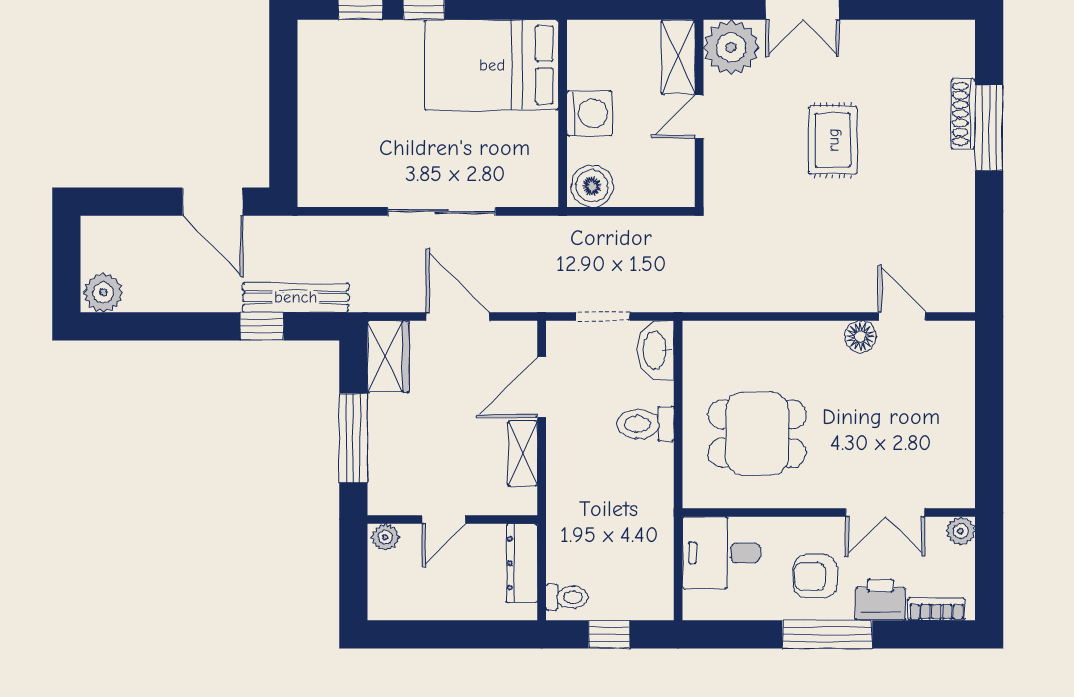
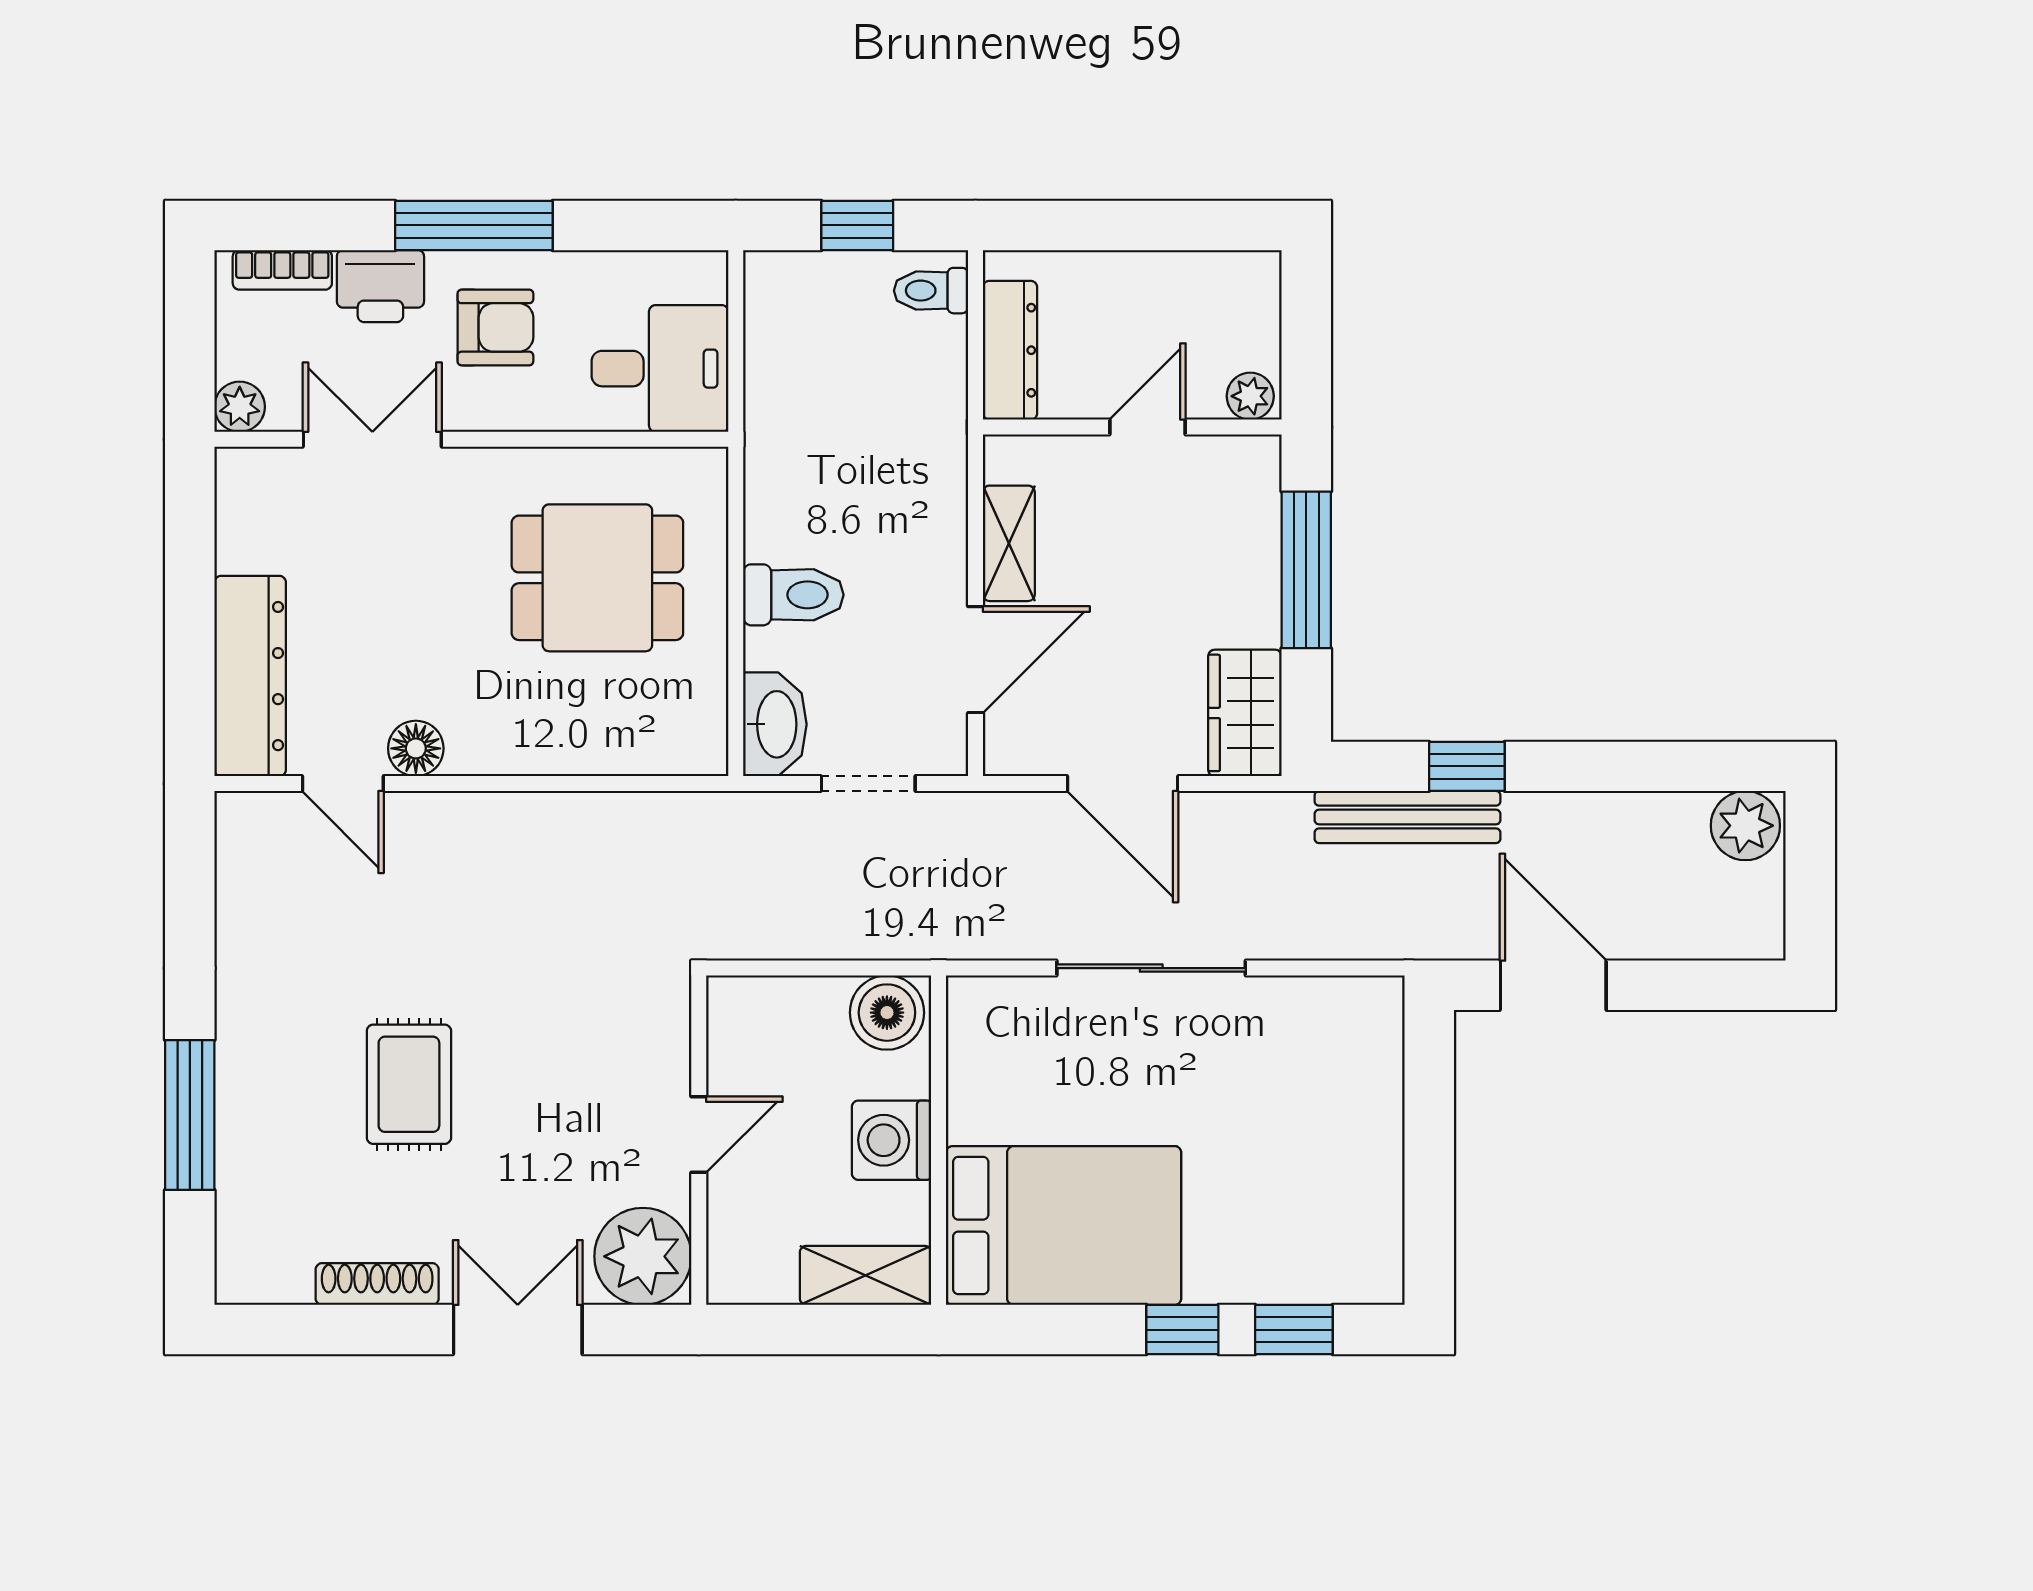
shelving: (678, 57) -> (866, 1275), moved, turned 90
shoe rack: (963, 114) -> (377, 1284), moved, turned -90
rug: (833, 140) -> (409, 1084), moved
dresser: (955, 378) -> (250, 676), added

